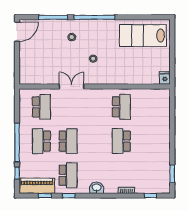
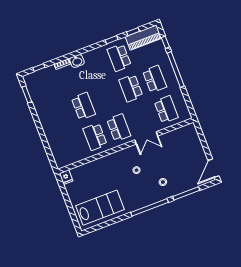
school desk: (41, 107) -> (166, 110), turned 180
school desk: (95, 107) -> (119, 128), added
washbasin: (97, 188) -> (77, 61), moved

